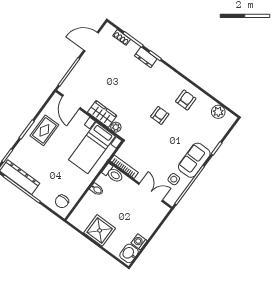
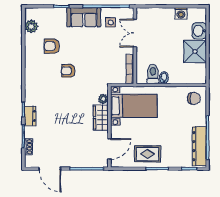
armchair: (186, 100) -> (52, 46), moved
toilet: (113, 174) -> (153, 74), moved
washbasin: (129, 253) -> (199, 31), moved, turned 90

